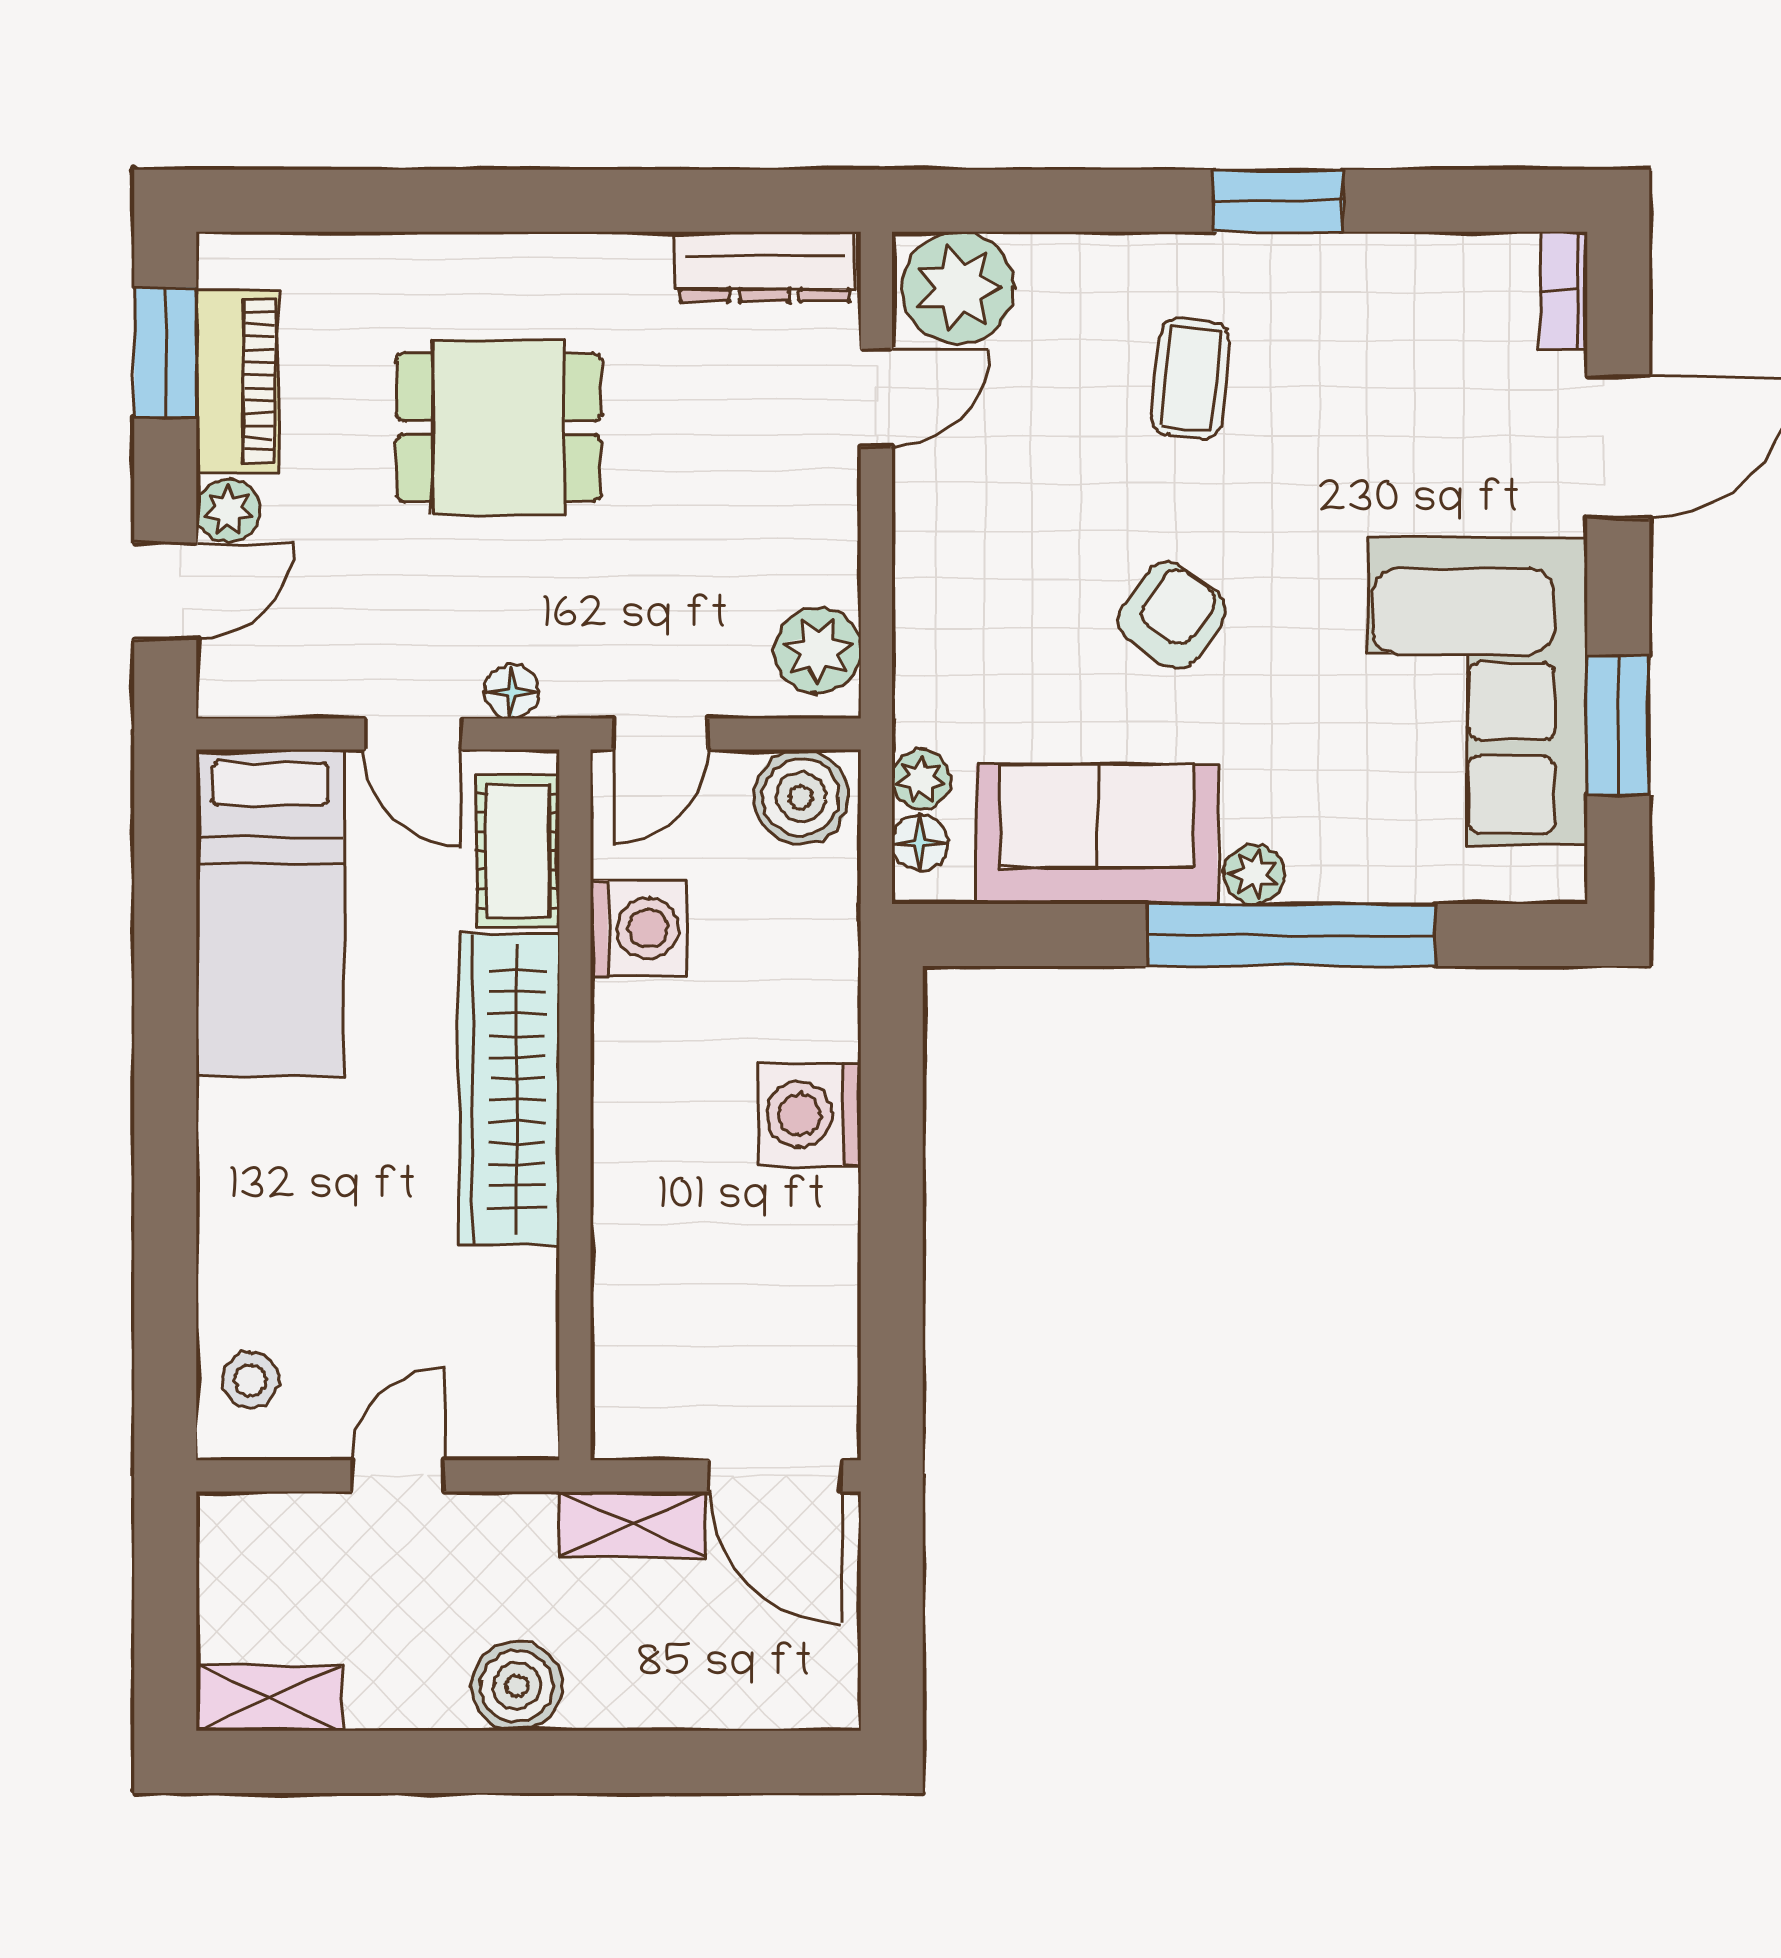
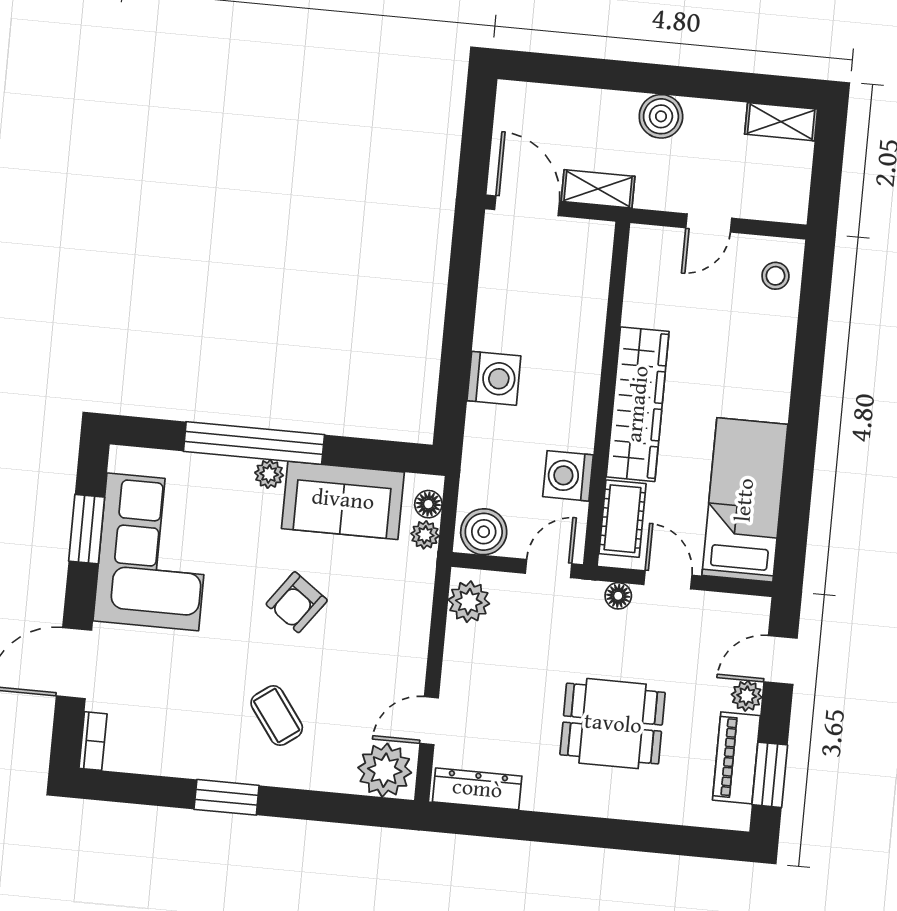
coffee table: (1191, 379) -> (277, 716), turned -42

